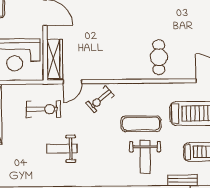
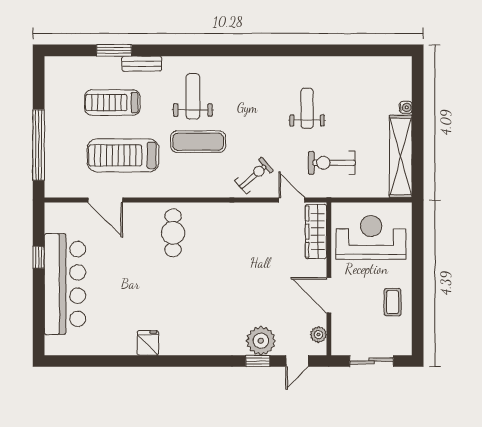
door: (72, 82) -> (292, 200), hinge flipped
weight bench: (62, 149) -> (307, 108), turned -90

